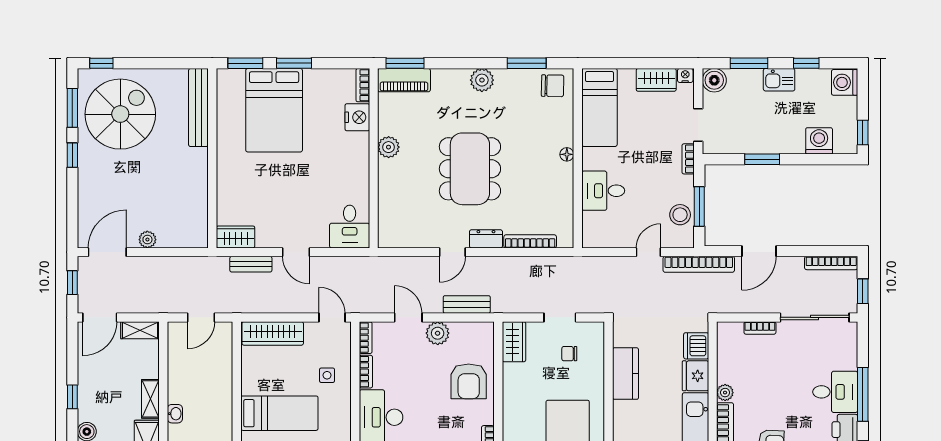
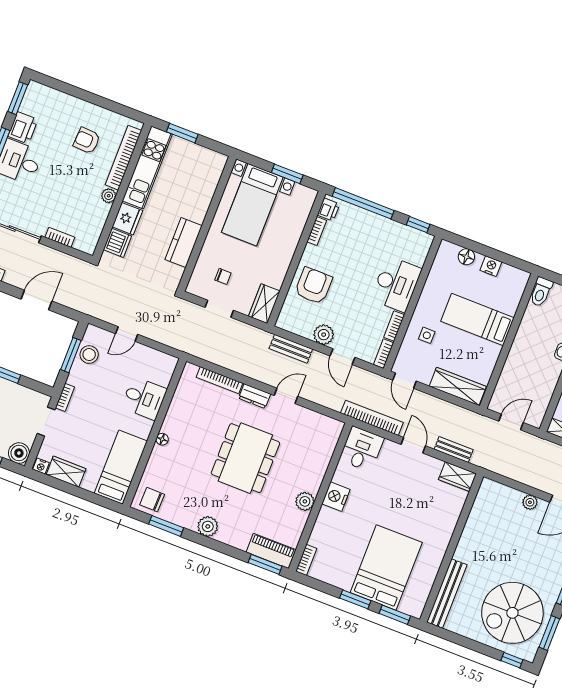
nightstand: (357, 117) -> (336, 497), moved
bookcase: (699, 264) -> (372, 418), moved

